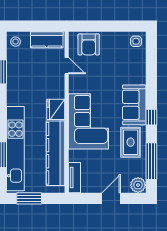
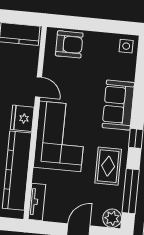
armchair: (89, 44) -> (69, 44), turned -90
door: (67, 66) -> (39, 87), moved
sofa: (134, 105) -> (118, 105), moved

